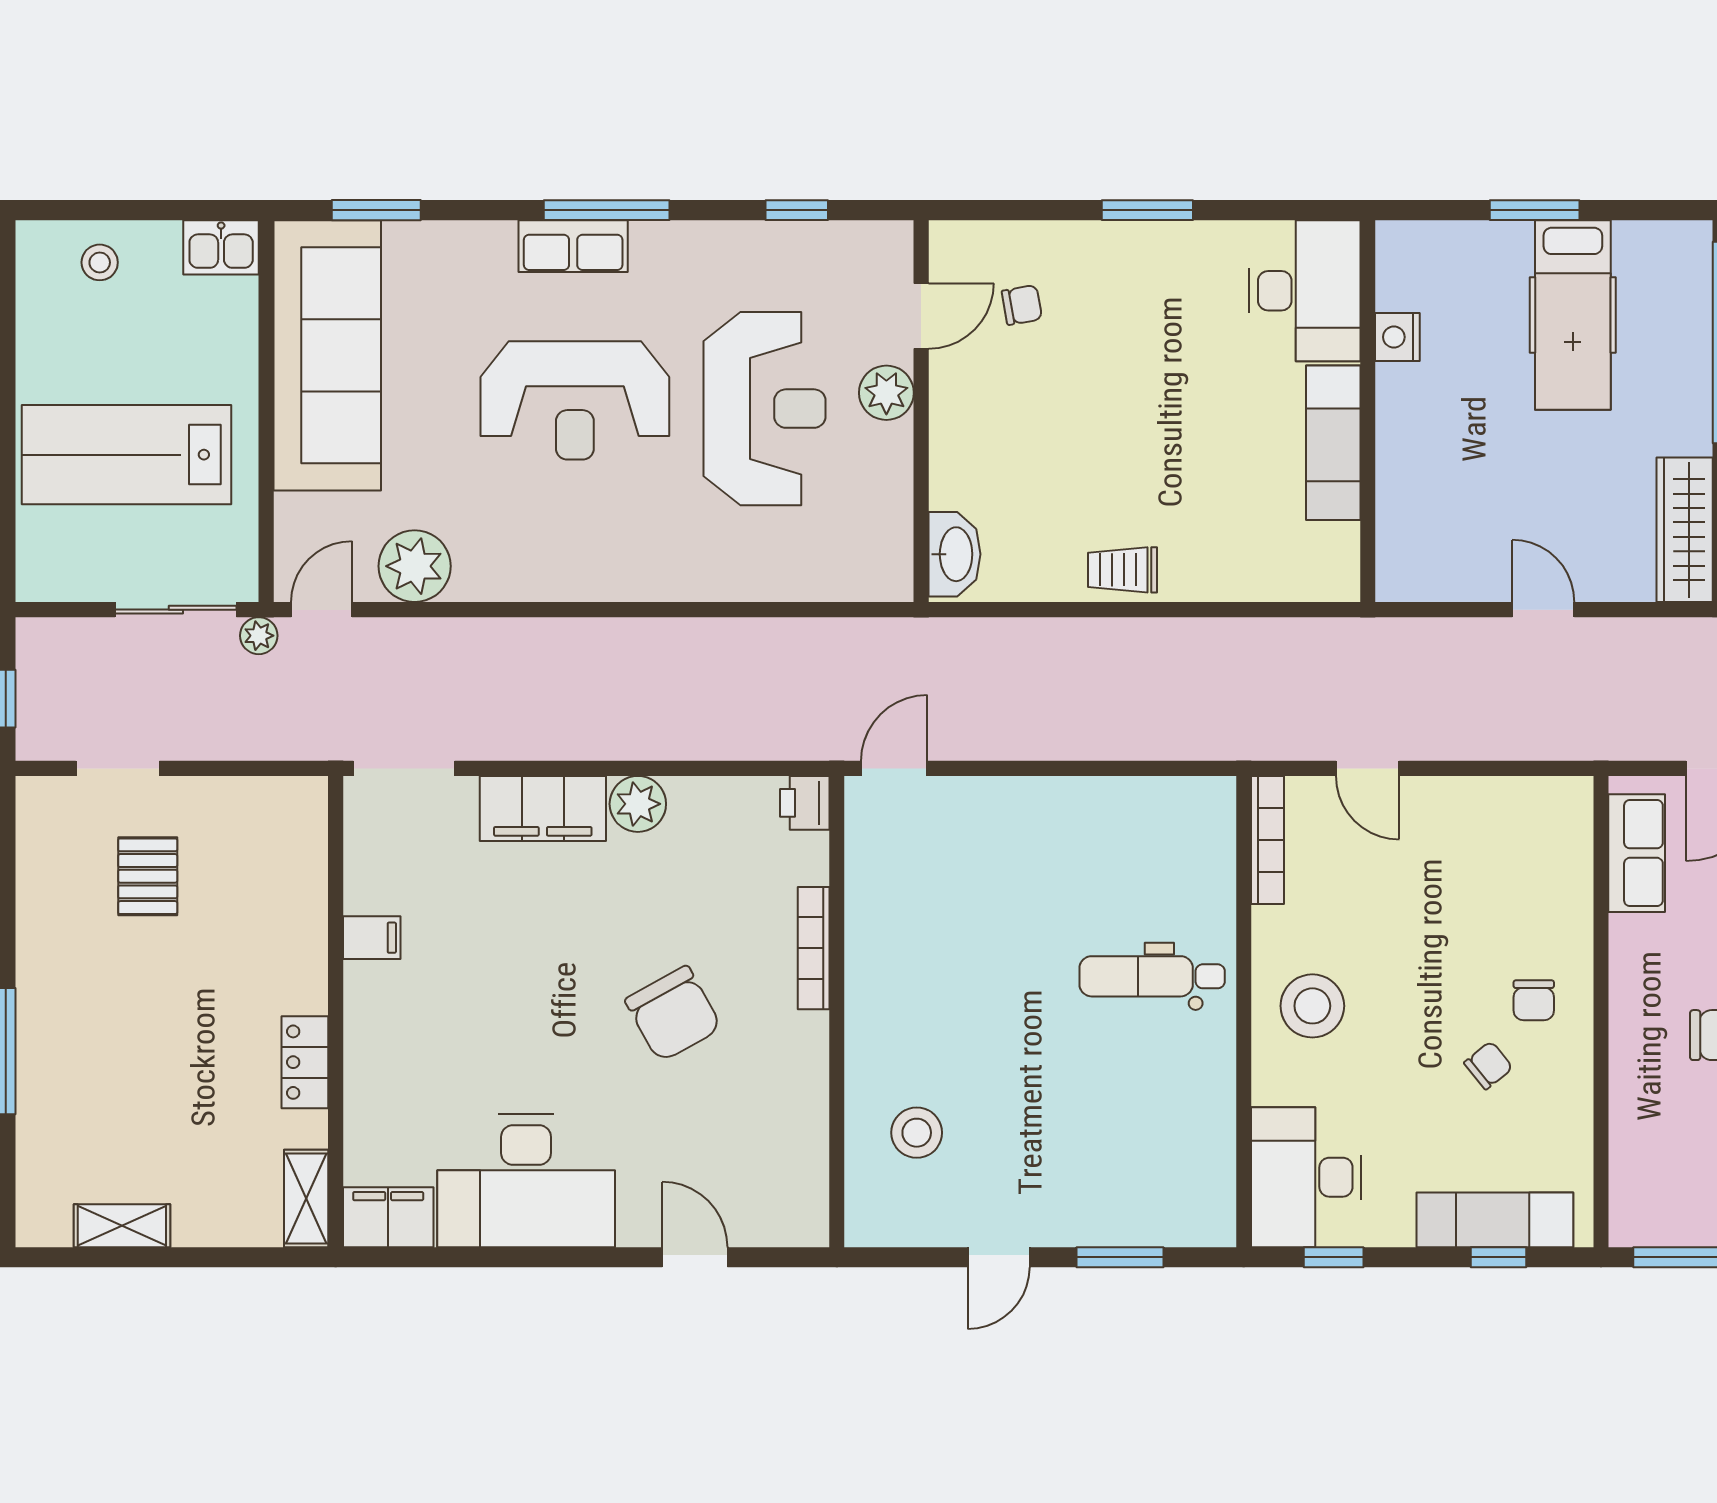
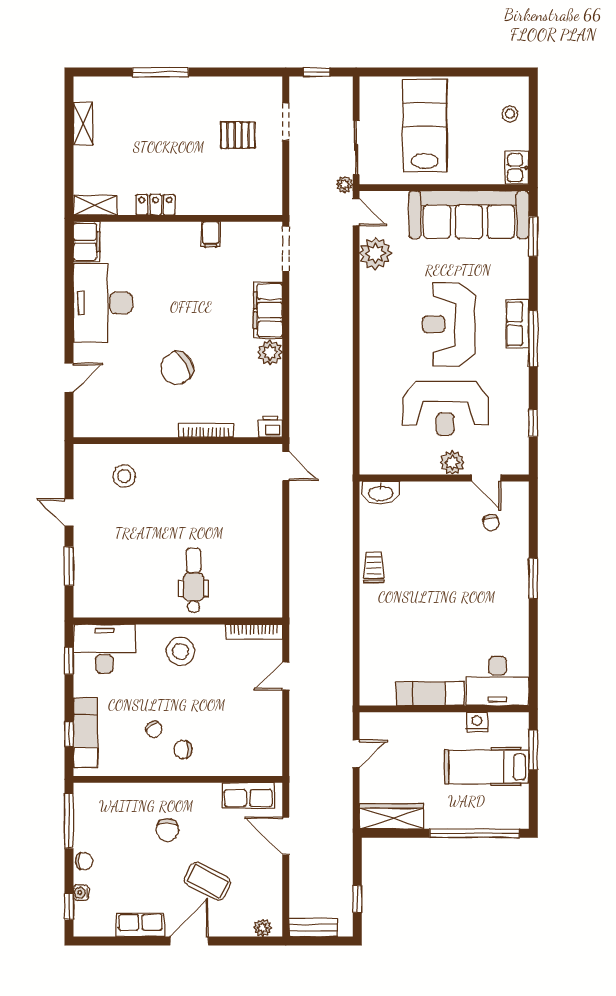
desk: (1305, 291) -> (497, 681), moved
nightstand: (1397, 337) -> (477, 722), moved
wall: (1368, 411) -> (444, 709), moved
exam couch: (1333, 443) -> (430, 694), moved

